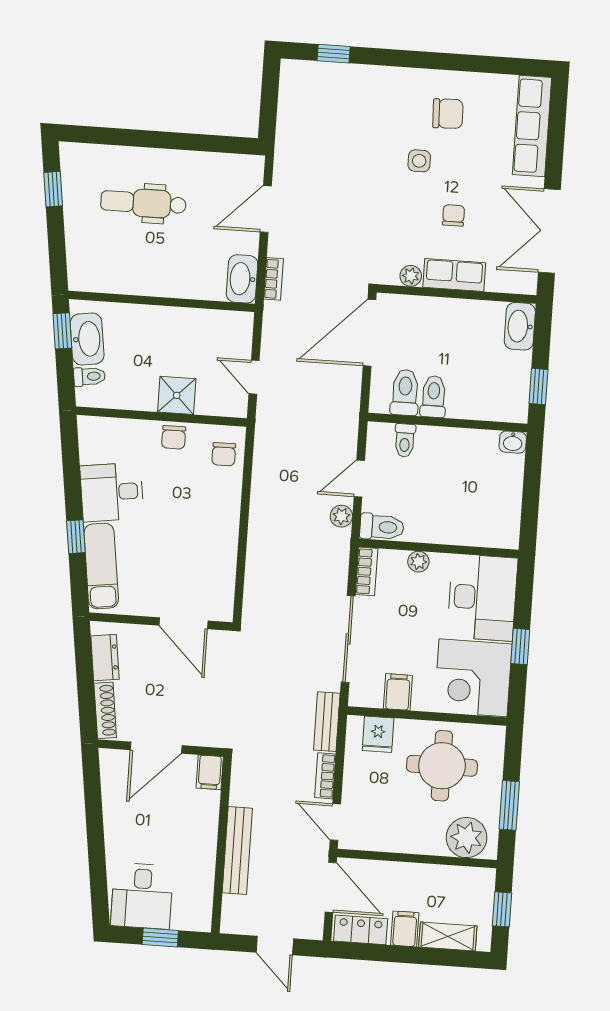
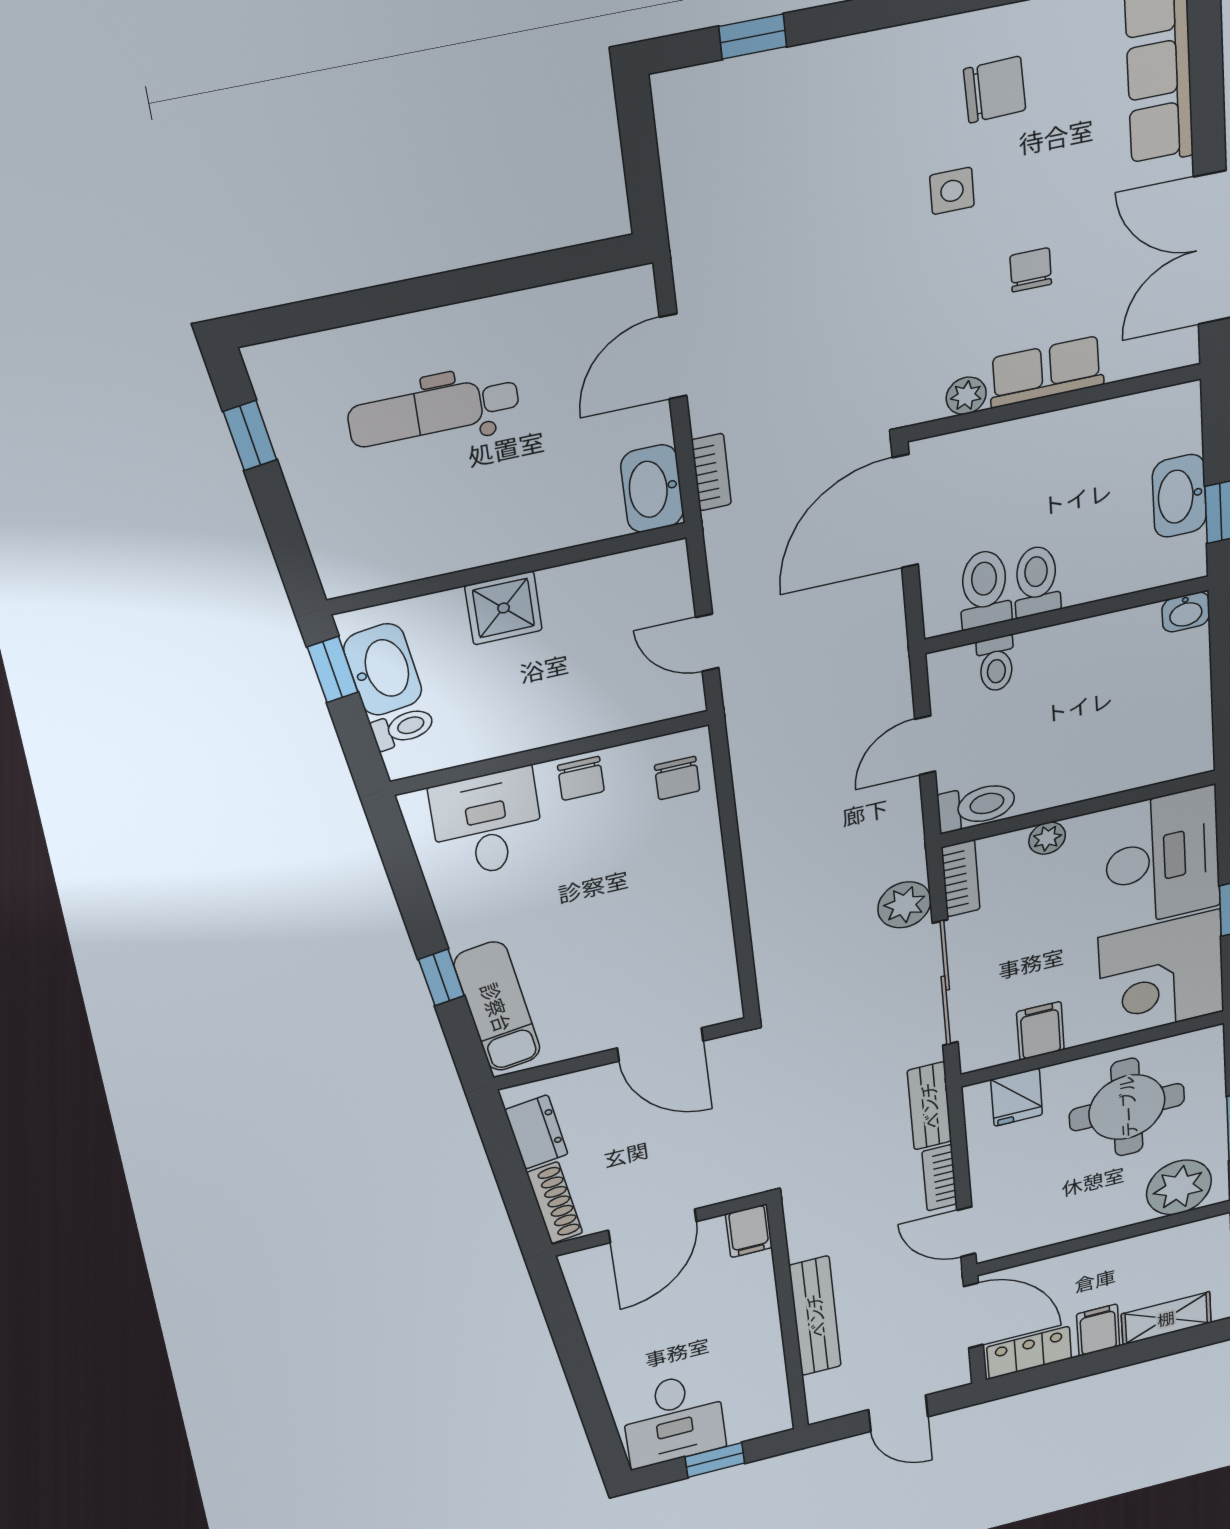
washbasin: (520, 326) -> (1179, 496), moved
shower: (177, 395) -> (504, 608), moved
desk: (112, 492) -> (487, 823), moved, turned 98
plant: (341, 516) -> (904, 905), moved, width x1.38, depth x1.38

